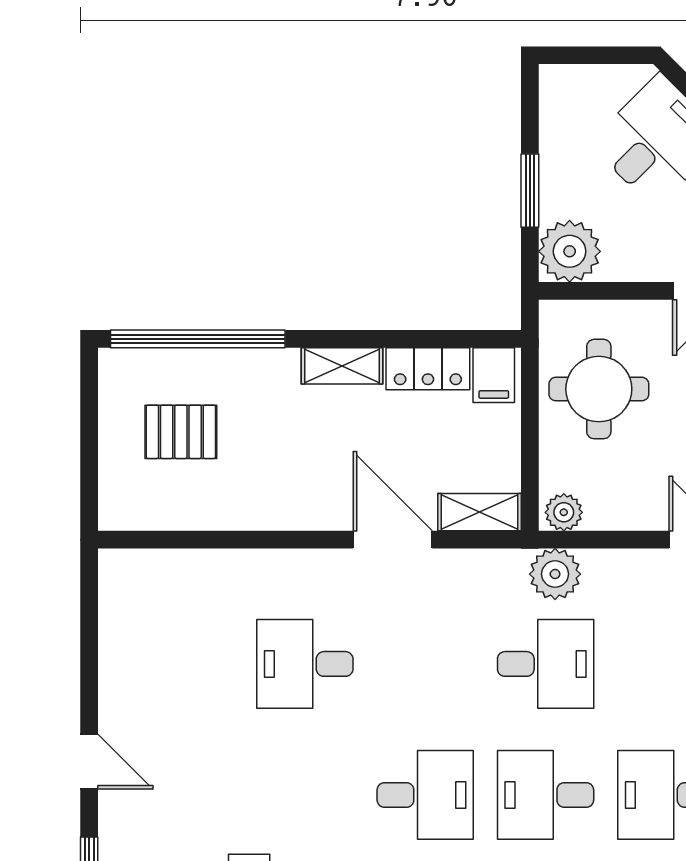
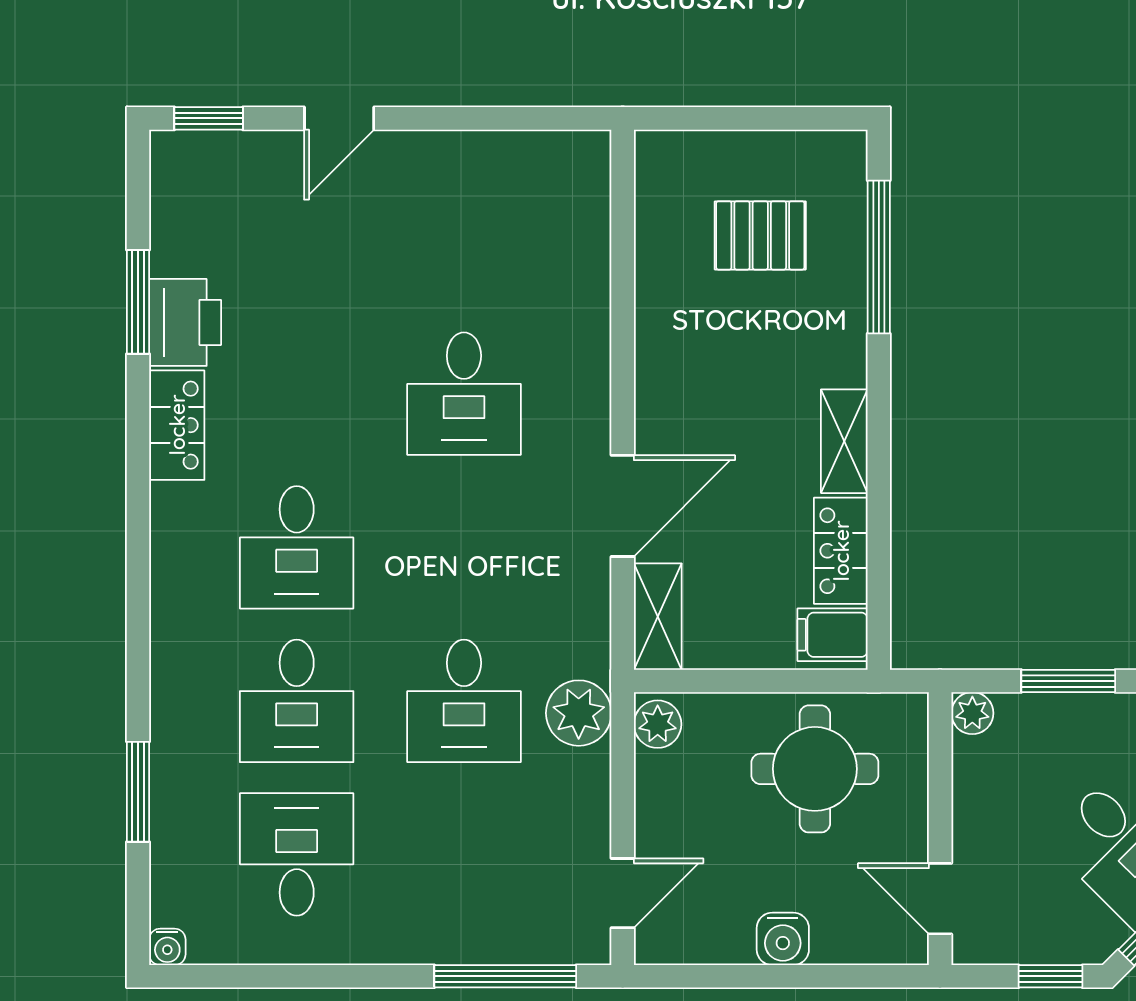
plant: (570, 251) -> (972, 713), width x0.53, depth x0.53
window: (198, 339) -> (879, 257), width x0.68
pallet: (181, 432) -> (760, 235), turned 90
desk: (305, 664) -> (464, 394), turned 180
desk: (546, 795) -> (297, 701), turned 180

